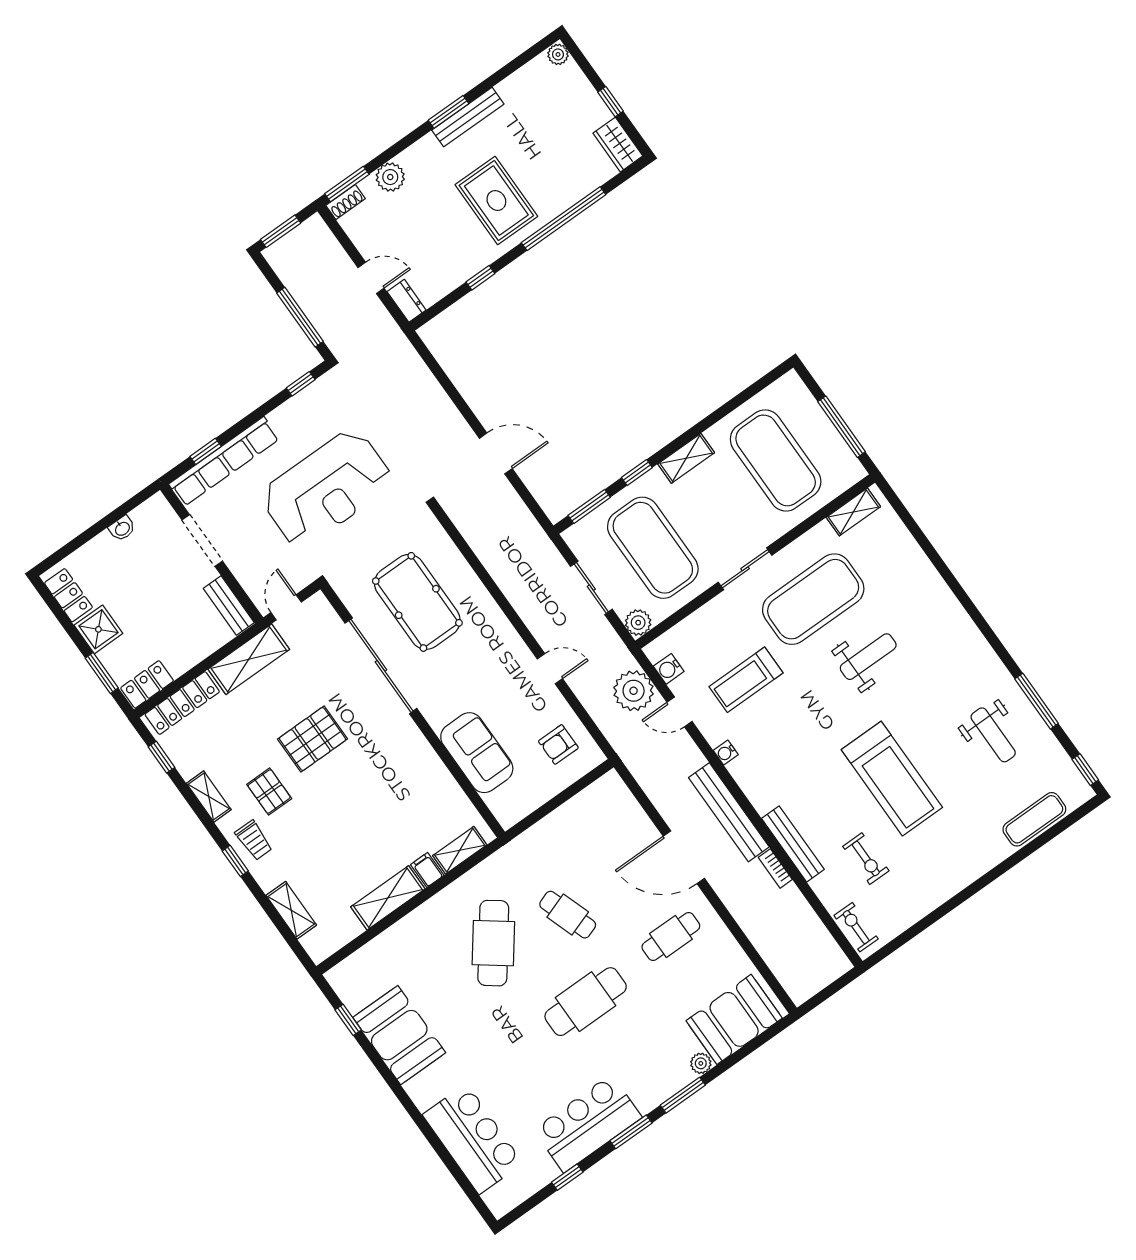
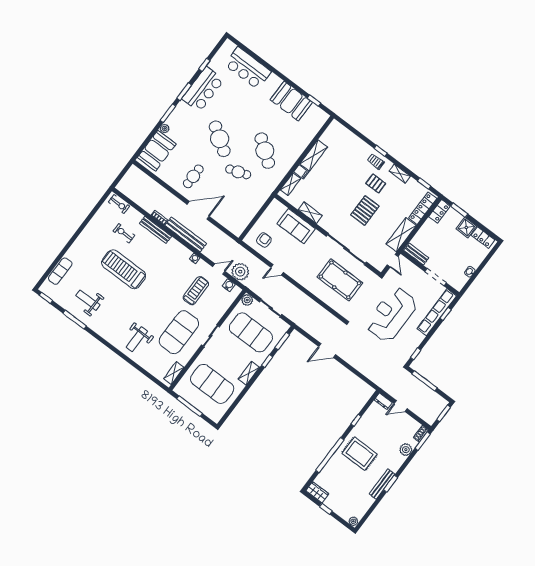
weight bench: (868, 657) -> (137, 339), moved
shelving: (291, 910) -> (310, 213), moved
cafe table: (586, 1002) -> (220, 139), turned -56

